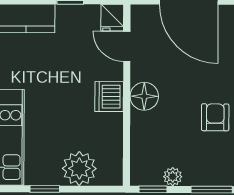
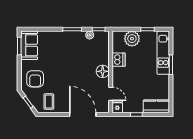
dishwasher: (109, 97) -> (119, 60), moved
armchair: (215, 117) -> (71, 62), removed

